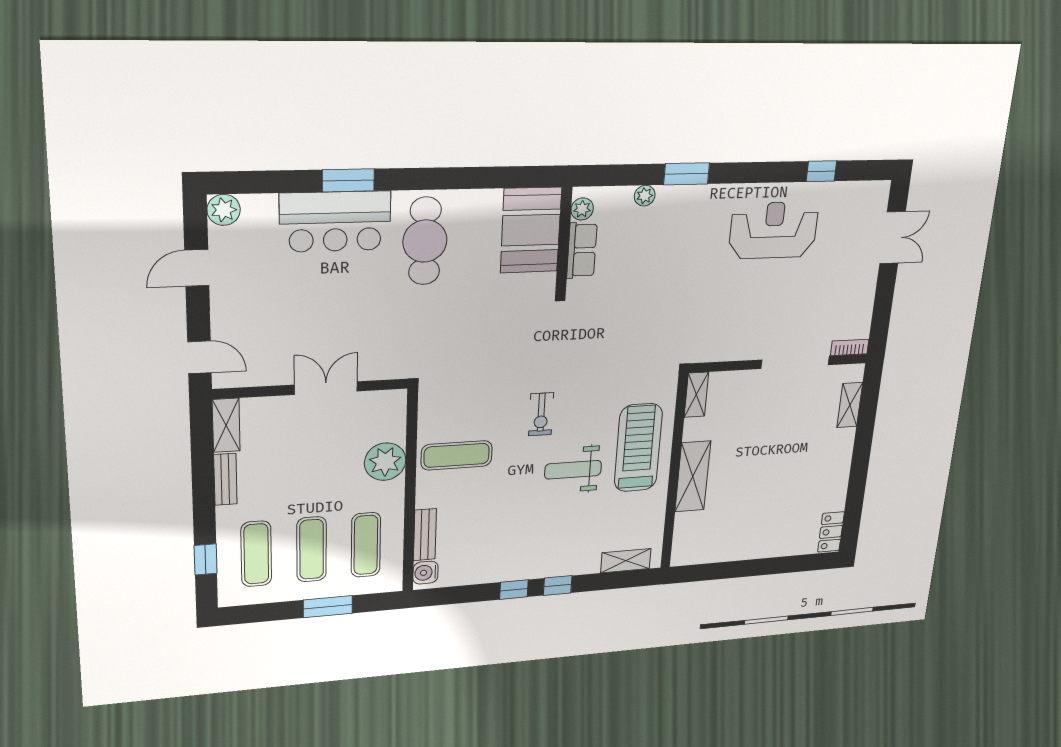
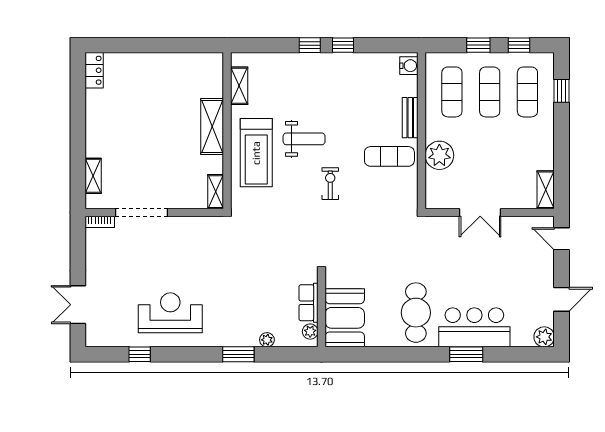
reception desk: (774, 230) -> (170, 313), turned 180
bench: (225, 479) -> (547, 150), removed
bench: (425, 535) -> (410, 118), moved
shelving: (626, 561) -> (239, 86), moved, turned 90
window: (328, 607) -> (478, 45), width x0.67
window: (269, 612) -> (519, 45), added

